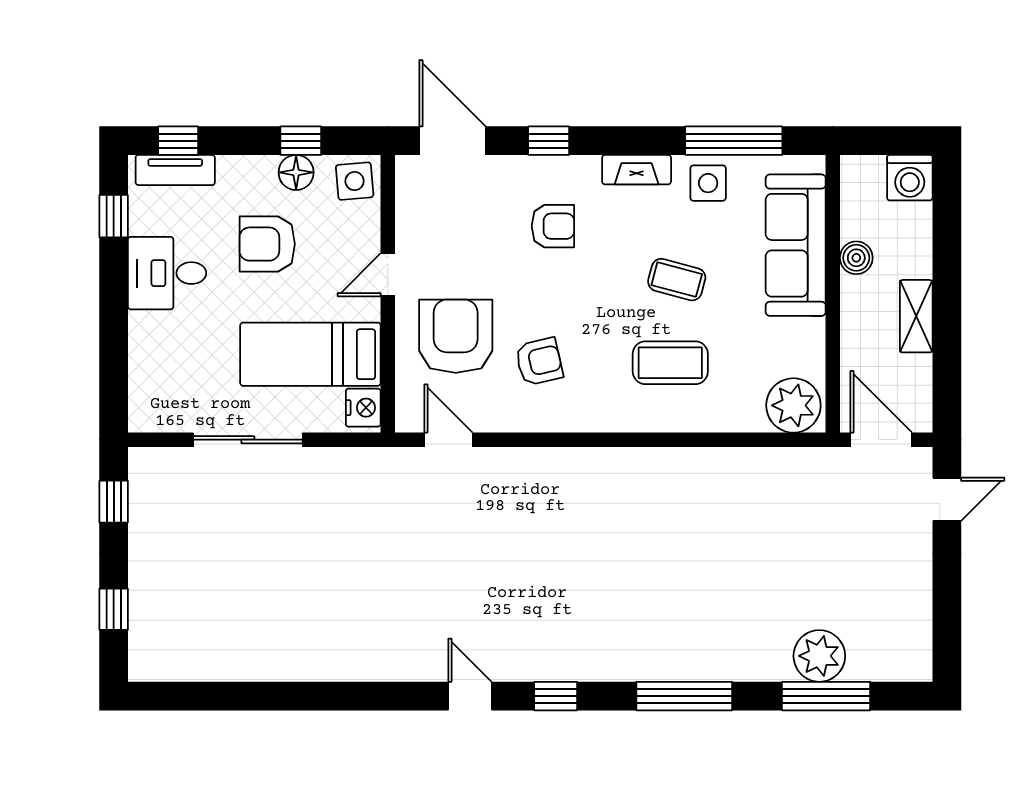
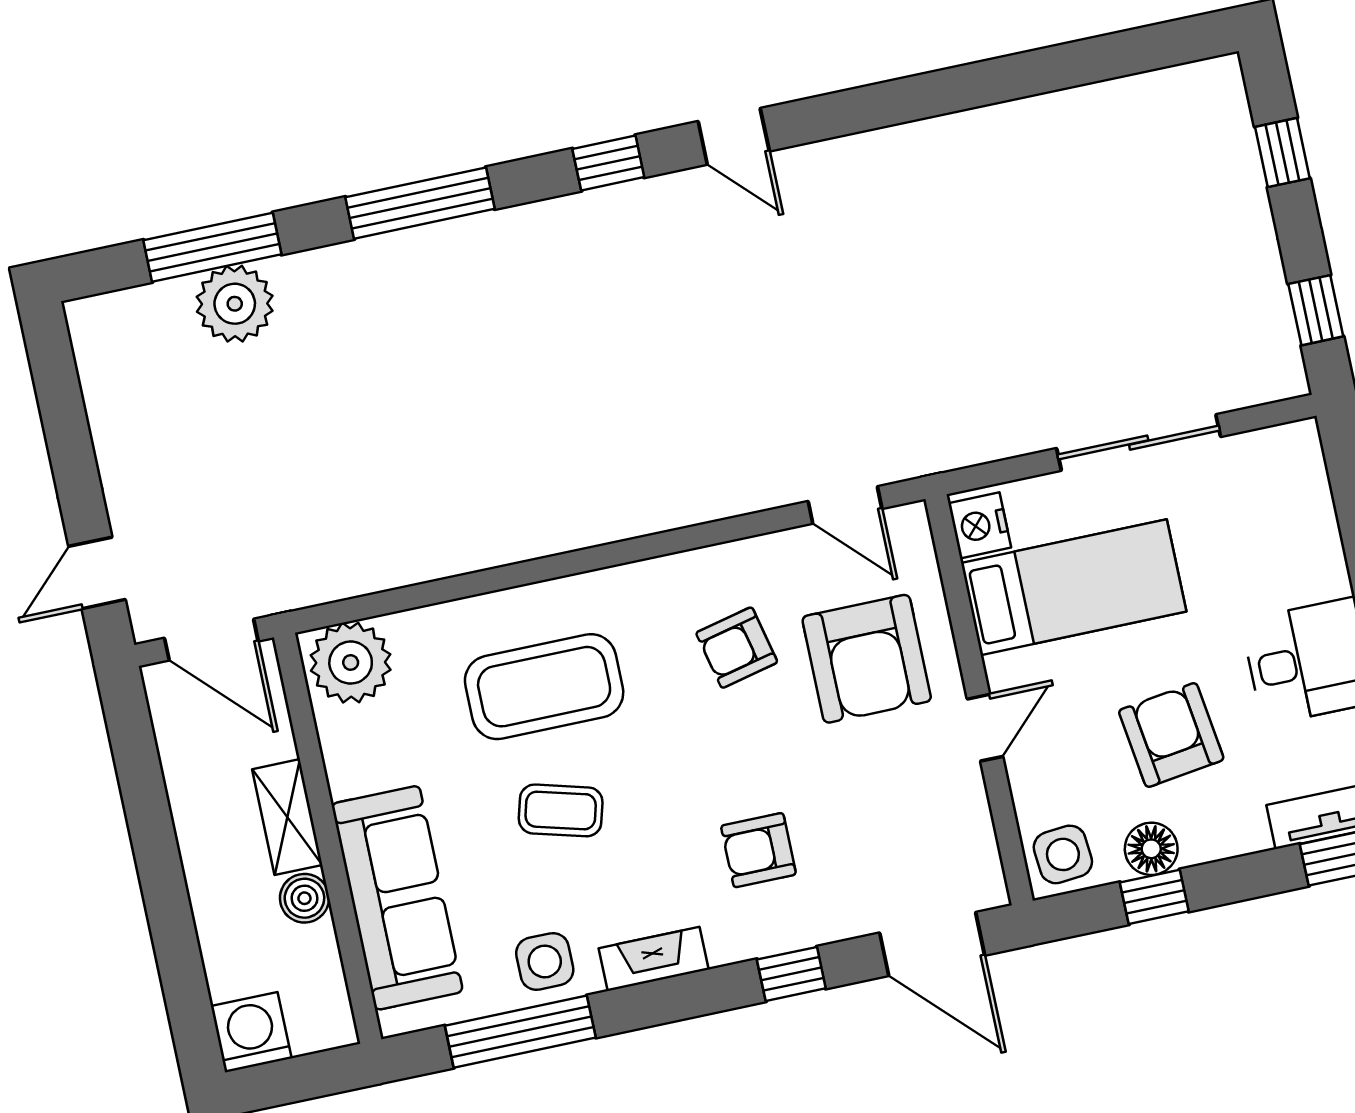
armchair: (267, 244) -> (1171, 735), turned -98
shelving: (916, 316) -> (287, 817), moved
coffee table: (670, 363) -> (544, 687), width x1.36, depth x1.32

